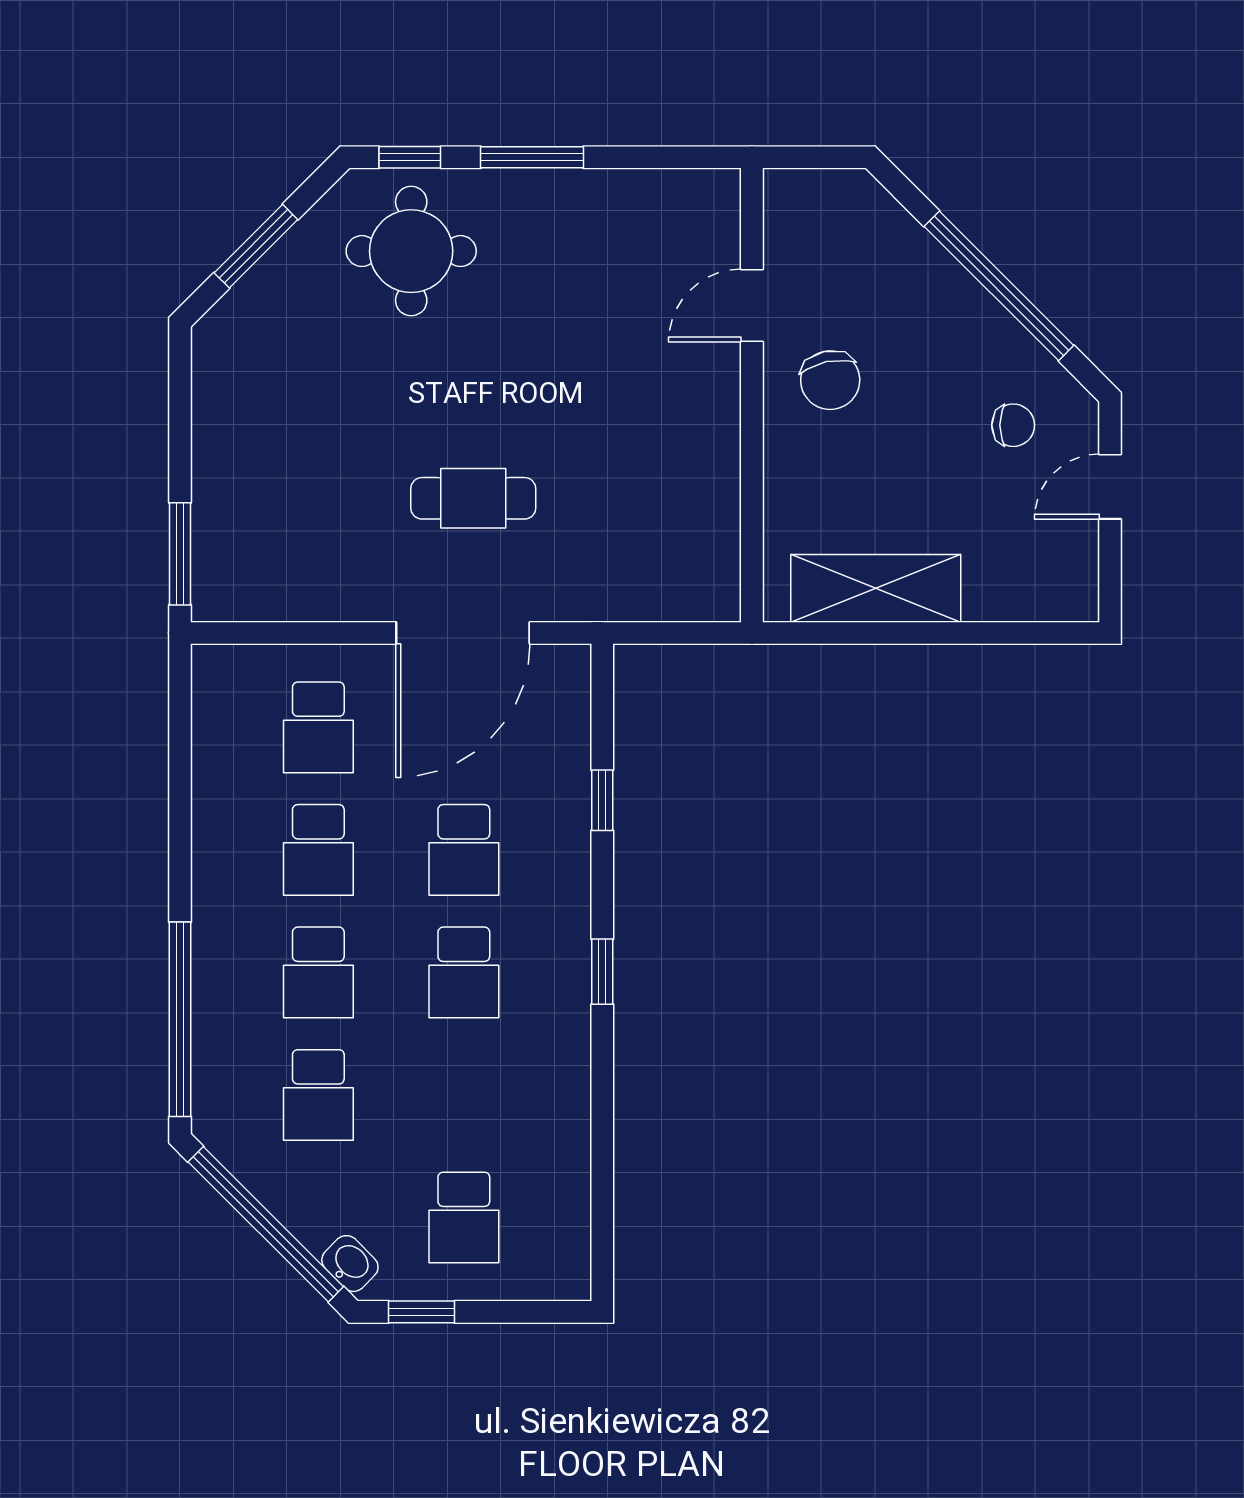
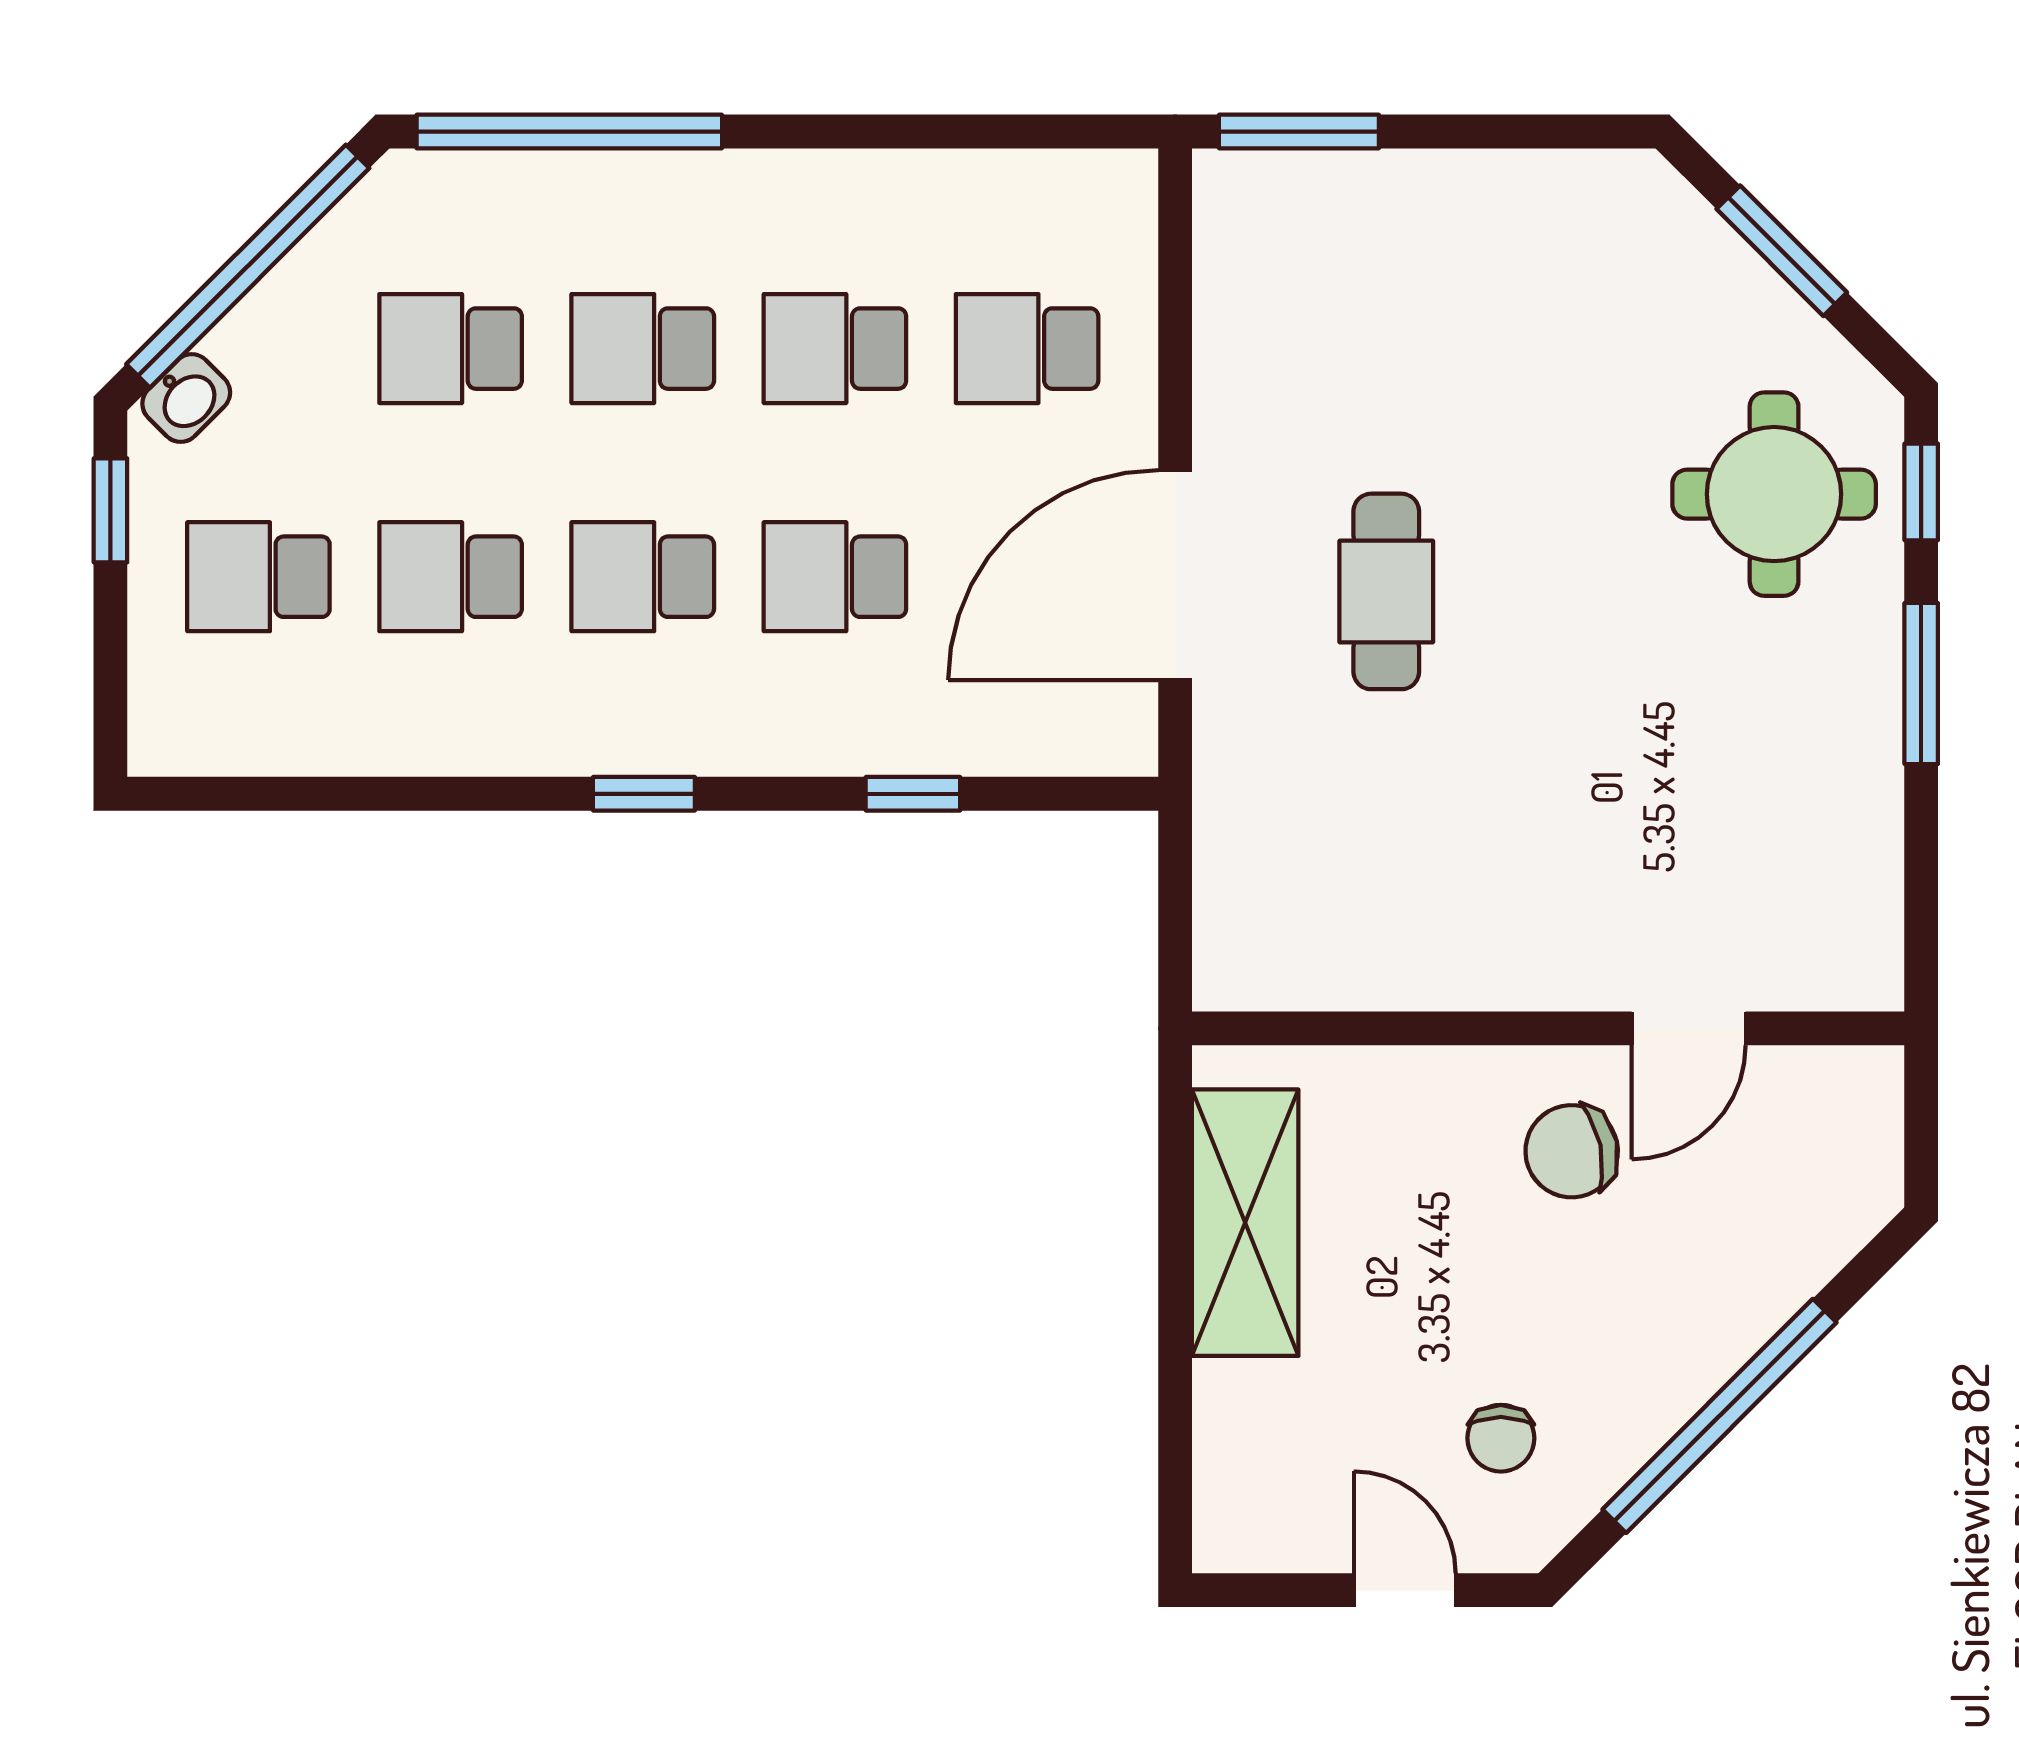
door: (752, 306) -> (1689, 1028), swing flipped
door: (463, 633) -> (1175, 575), hinge flipped
school desk: (464, 1095) -> (451, 577), added

